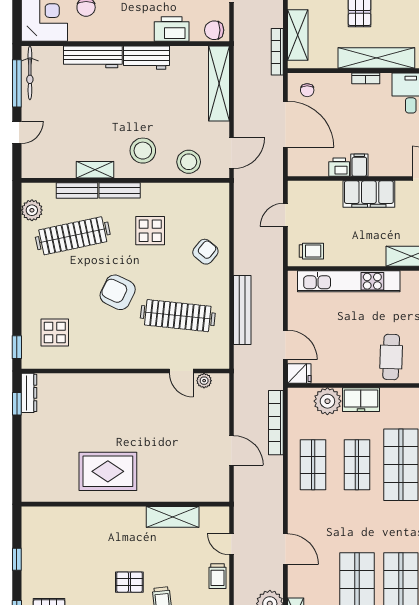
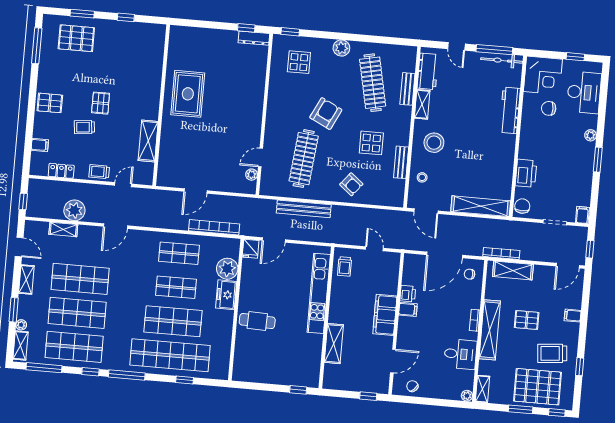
workbench: (147, 58) -> (428, 71), moved, turned 180
stool: (189, 162) -> (422, 177), width x0.53, depth x0.53
bench: (120, 190) -> (401, 162), moved
plant: (32, 210) -> (341, 48), moved

